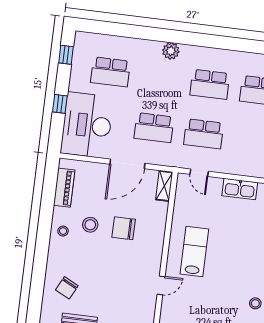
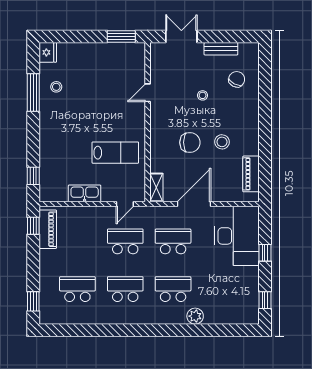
plant: (171, 51) -> (195, 316), moved
school desk: (110, 72) -> (173, 289), moved
door: (199, 173) -> (125, 204), swing flipped
stool: (63, 231) -> (203, 95), moved
lab bench: (194, 252) -> (115, 153), moved, turned -90

